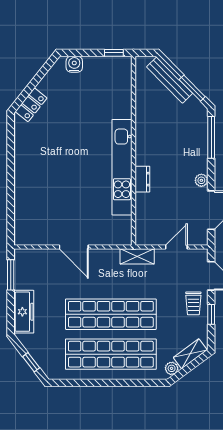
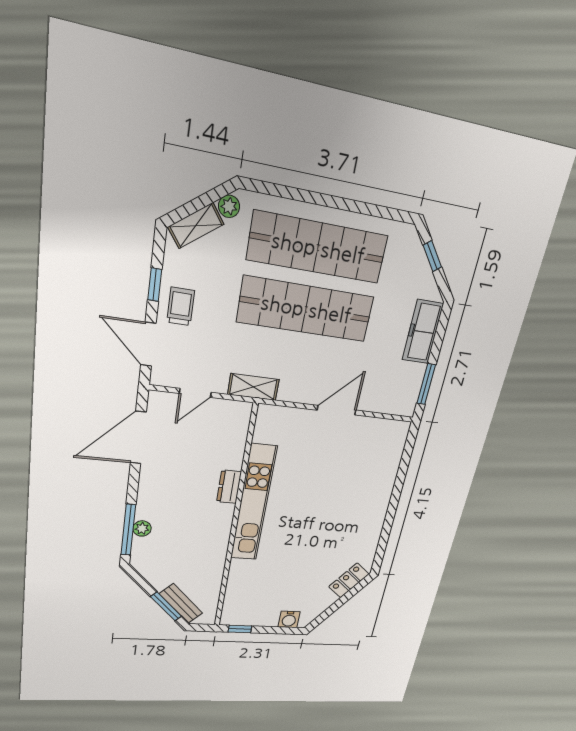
bench: (170, 80) -> (181, 604), width x0.73
window: (192, 88) -> (166, 607), moved
plant: (201, 180) -> (142, 528), moved
door: (74, 247) -> (337, 410), hinge flipped

